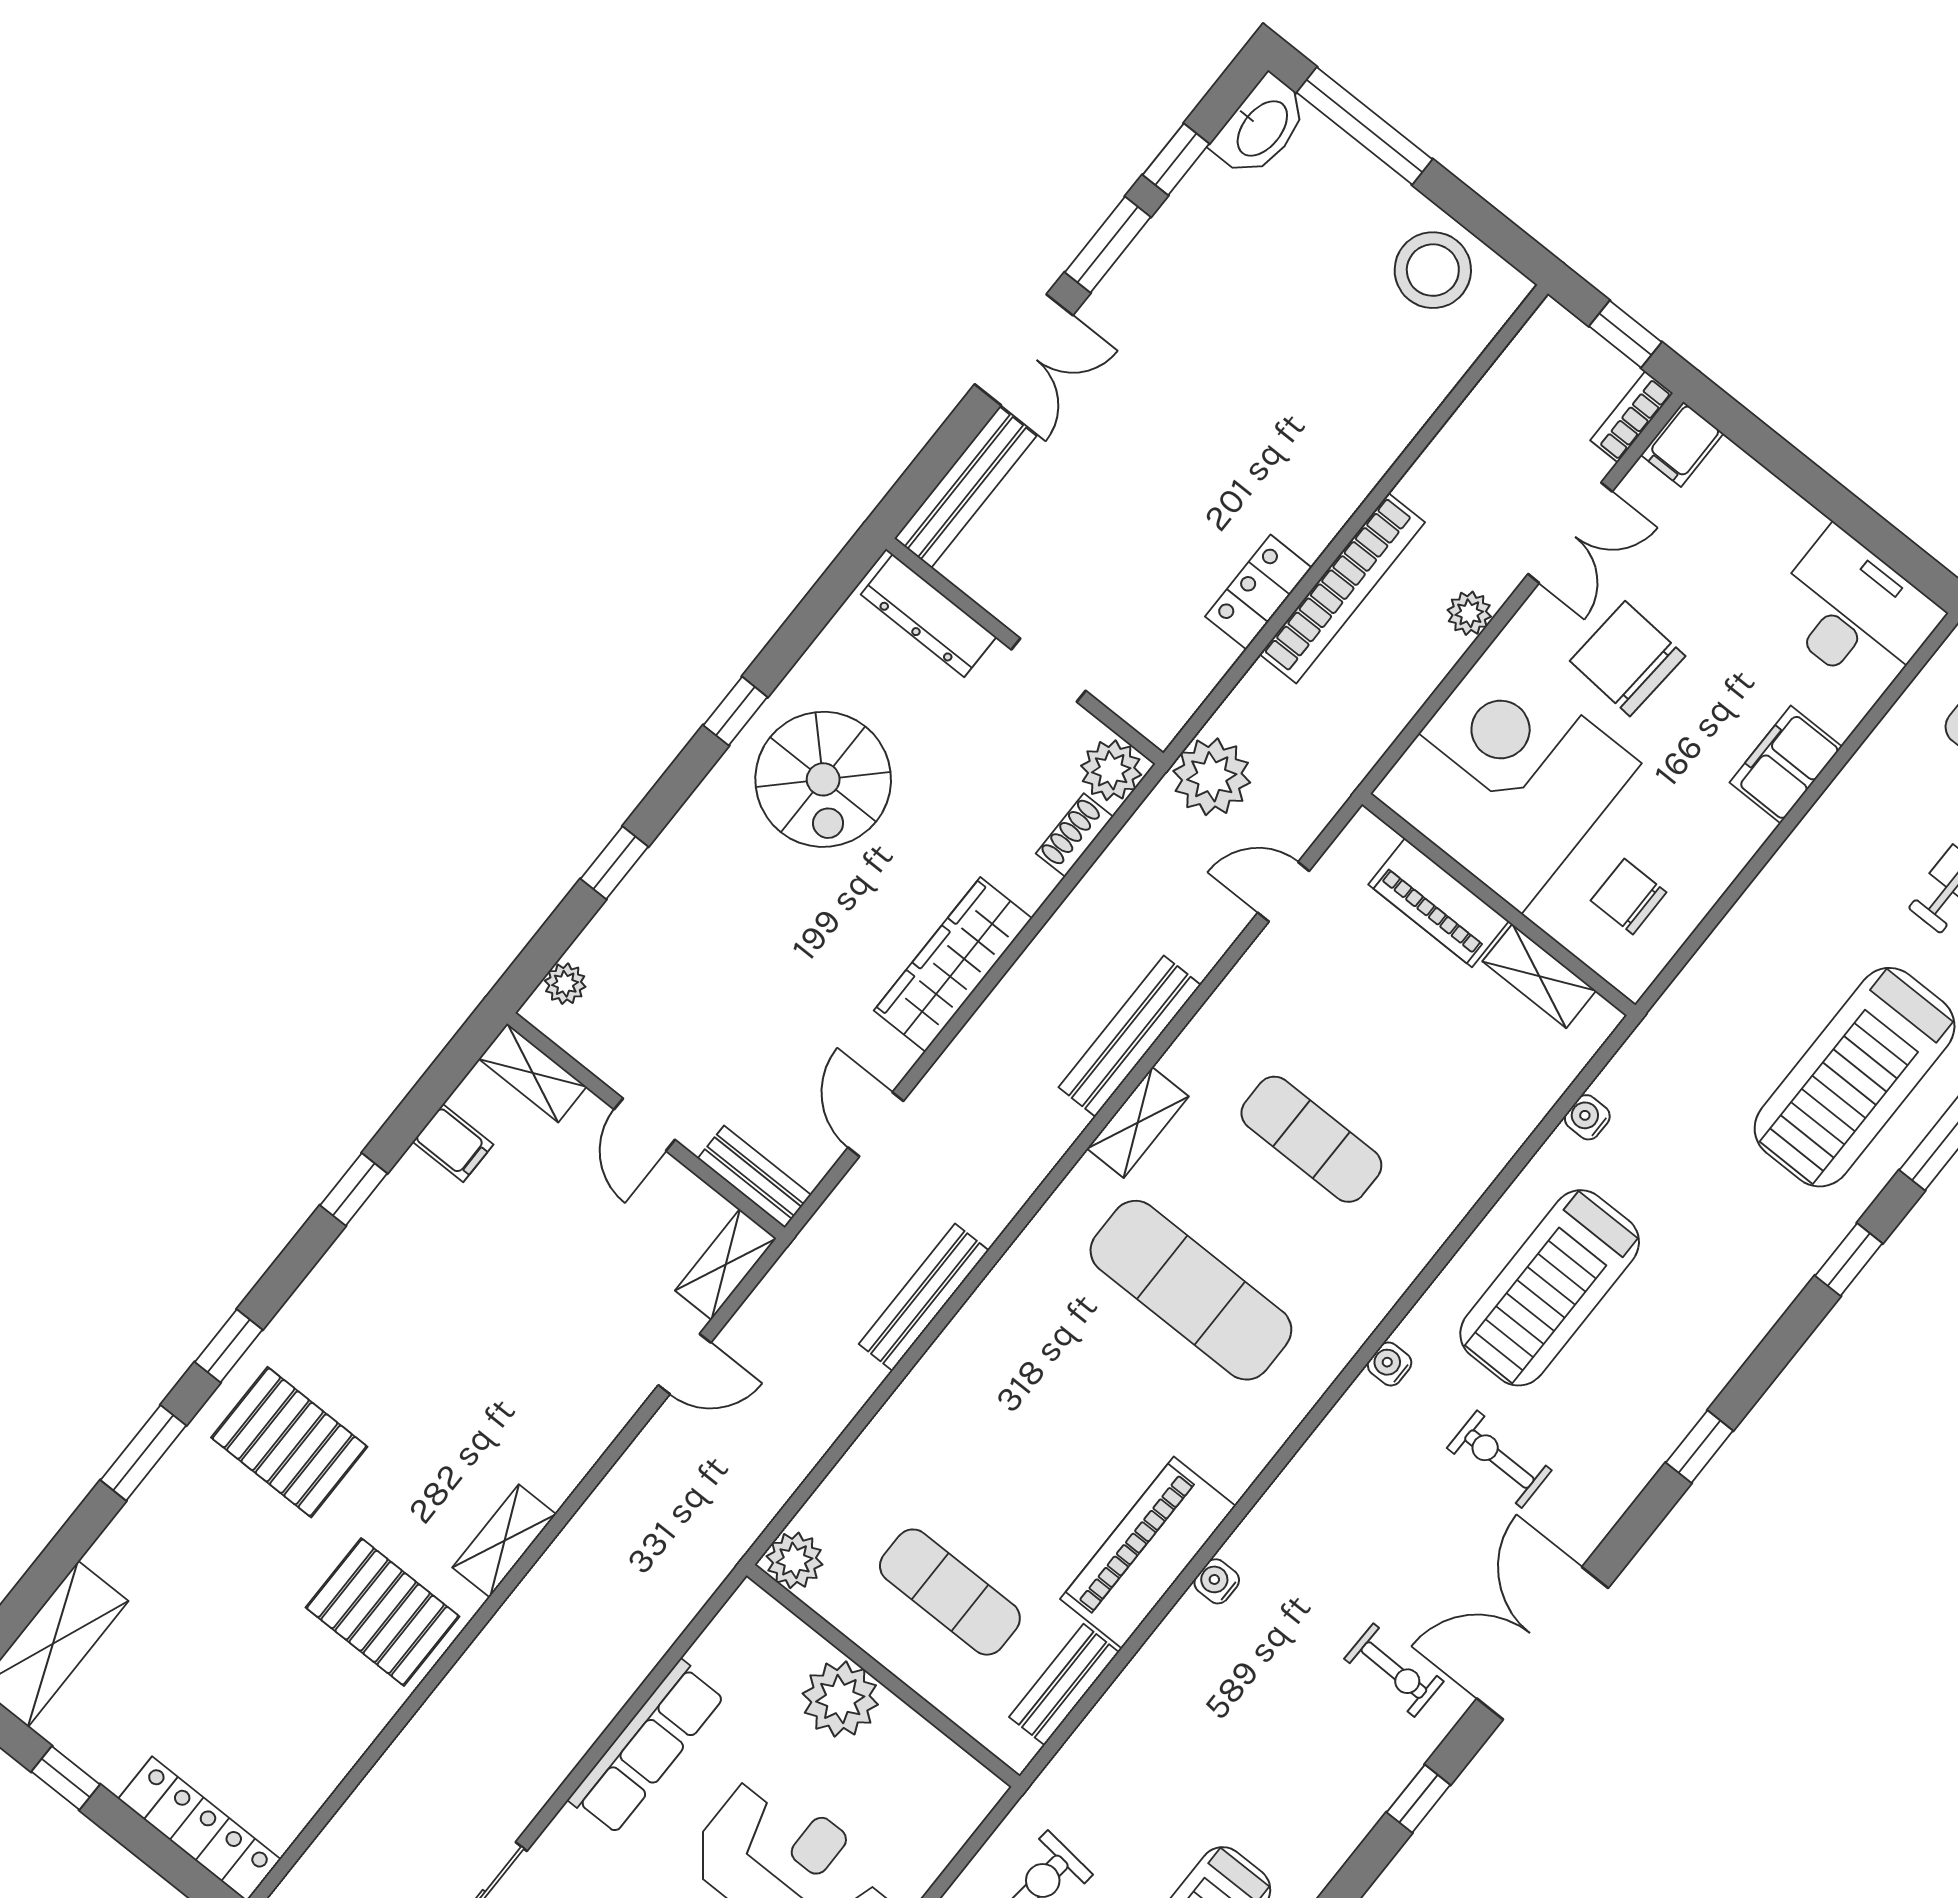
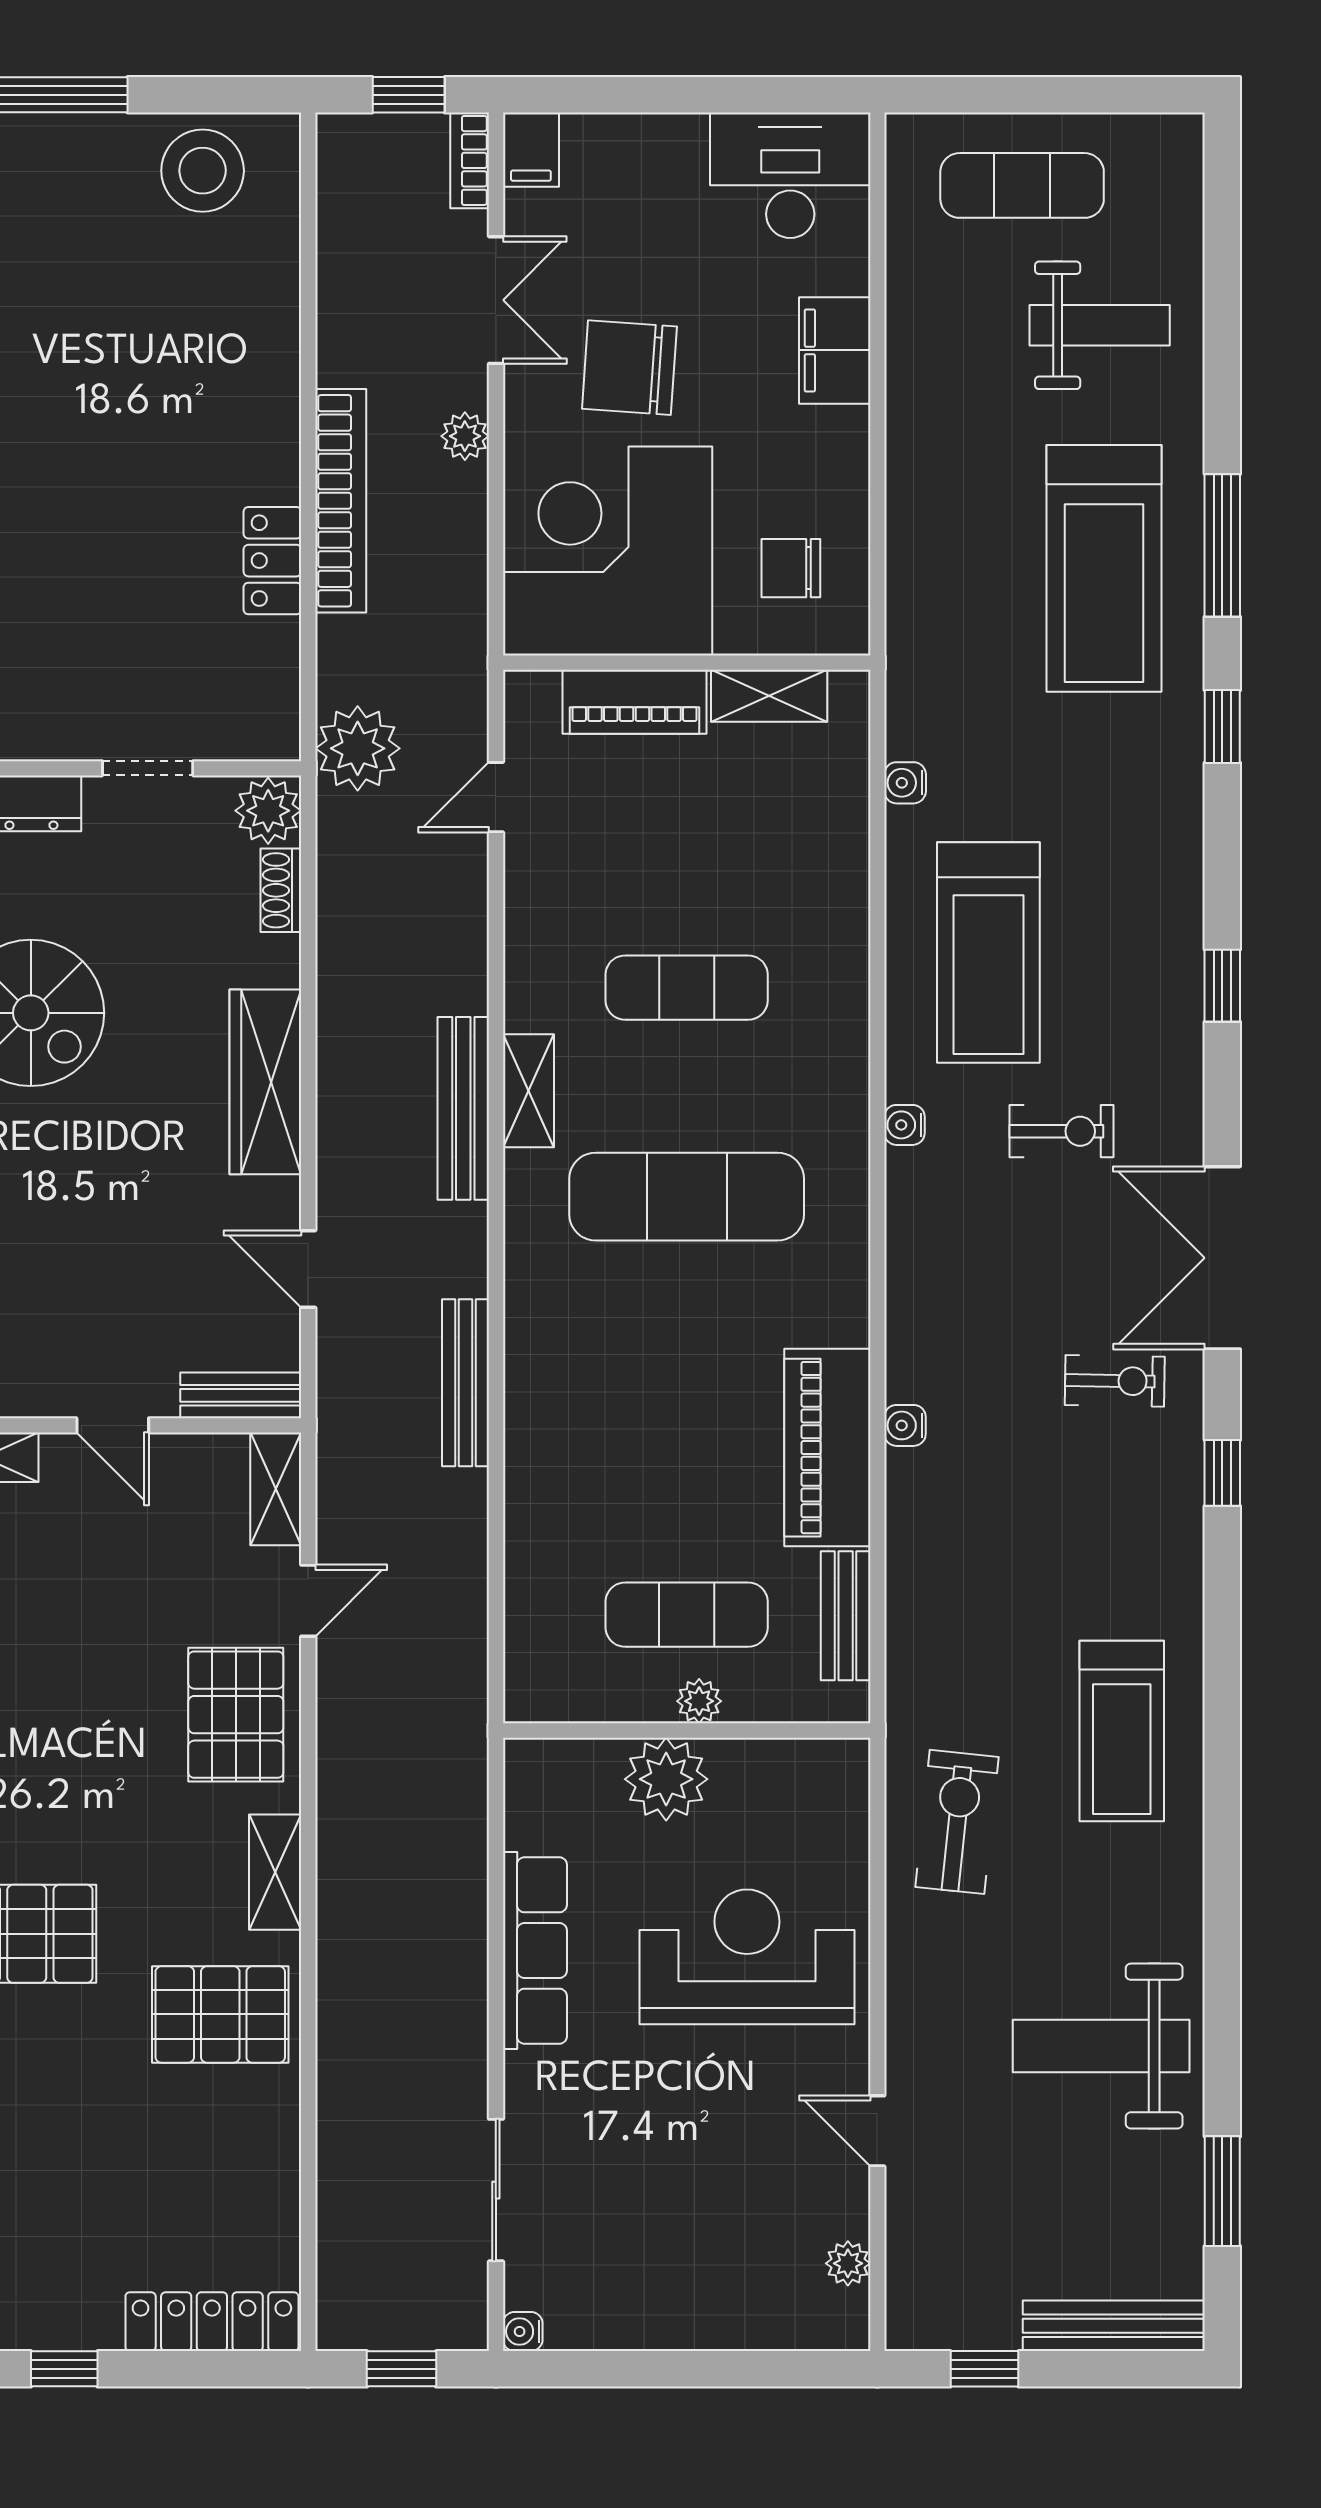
bench: (1130, 1036) -> (463, 1108), moved
pallet: (567, 1404) -> (236, 1715), added
exercise bike: (1499, 1459) -> (1062, 1131), turned 180
plant: (794, 1560) -> (699, 1701), moved, width x0.73, depth x0.73

